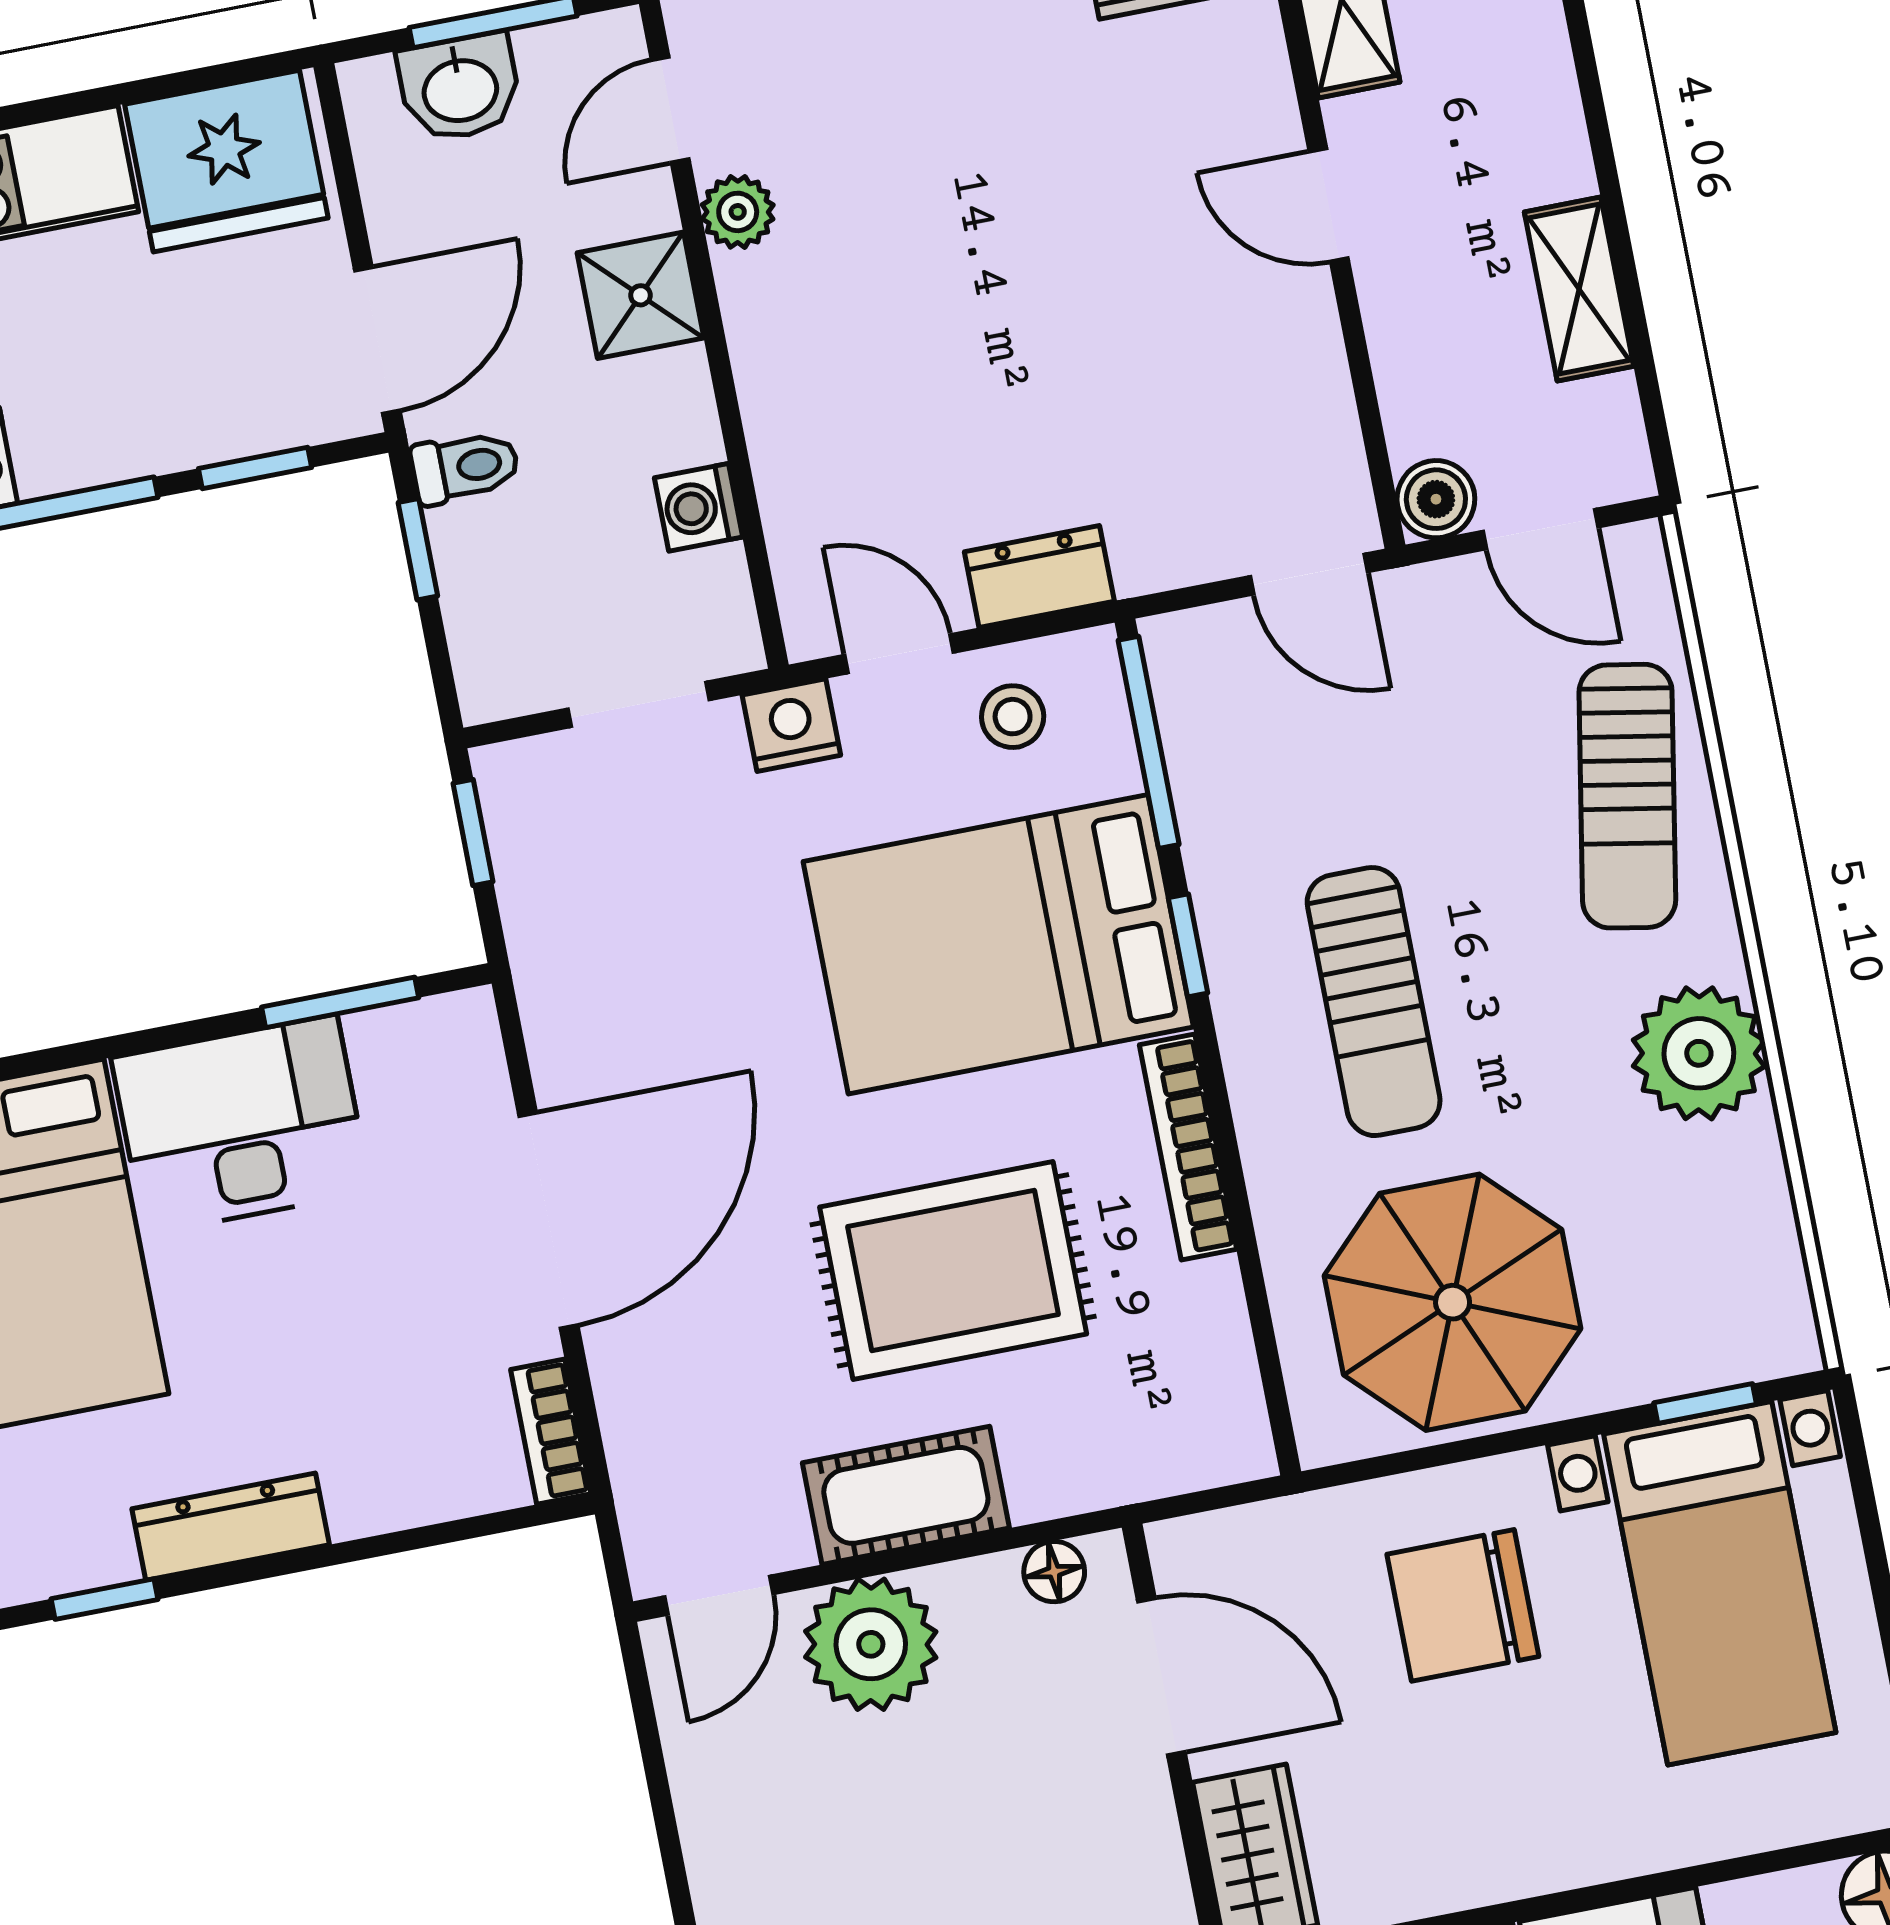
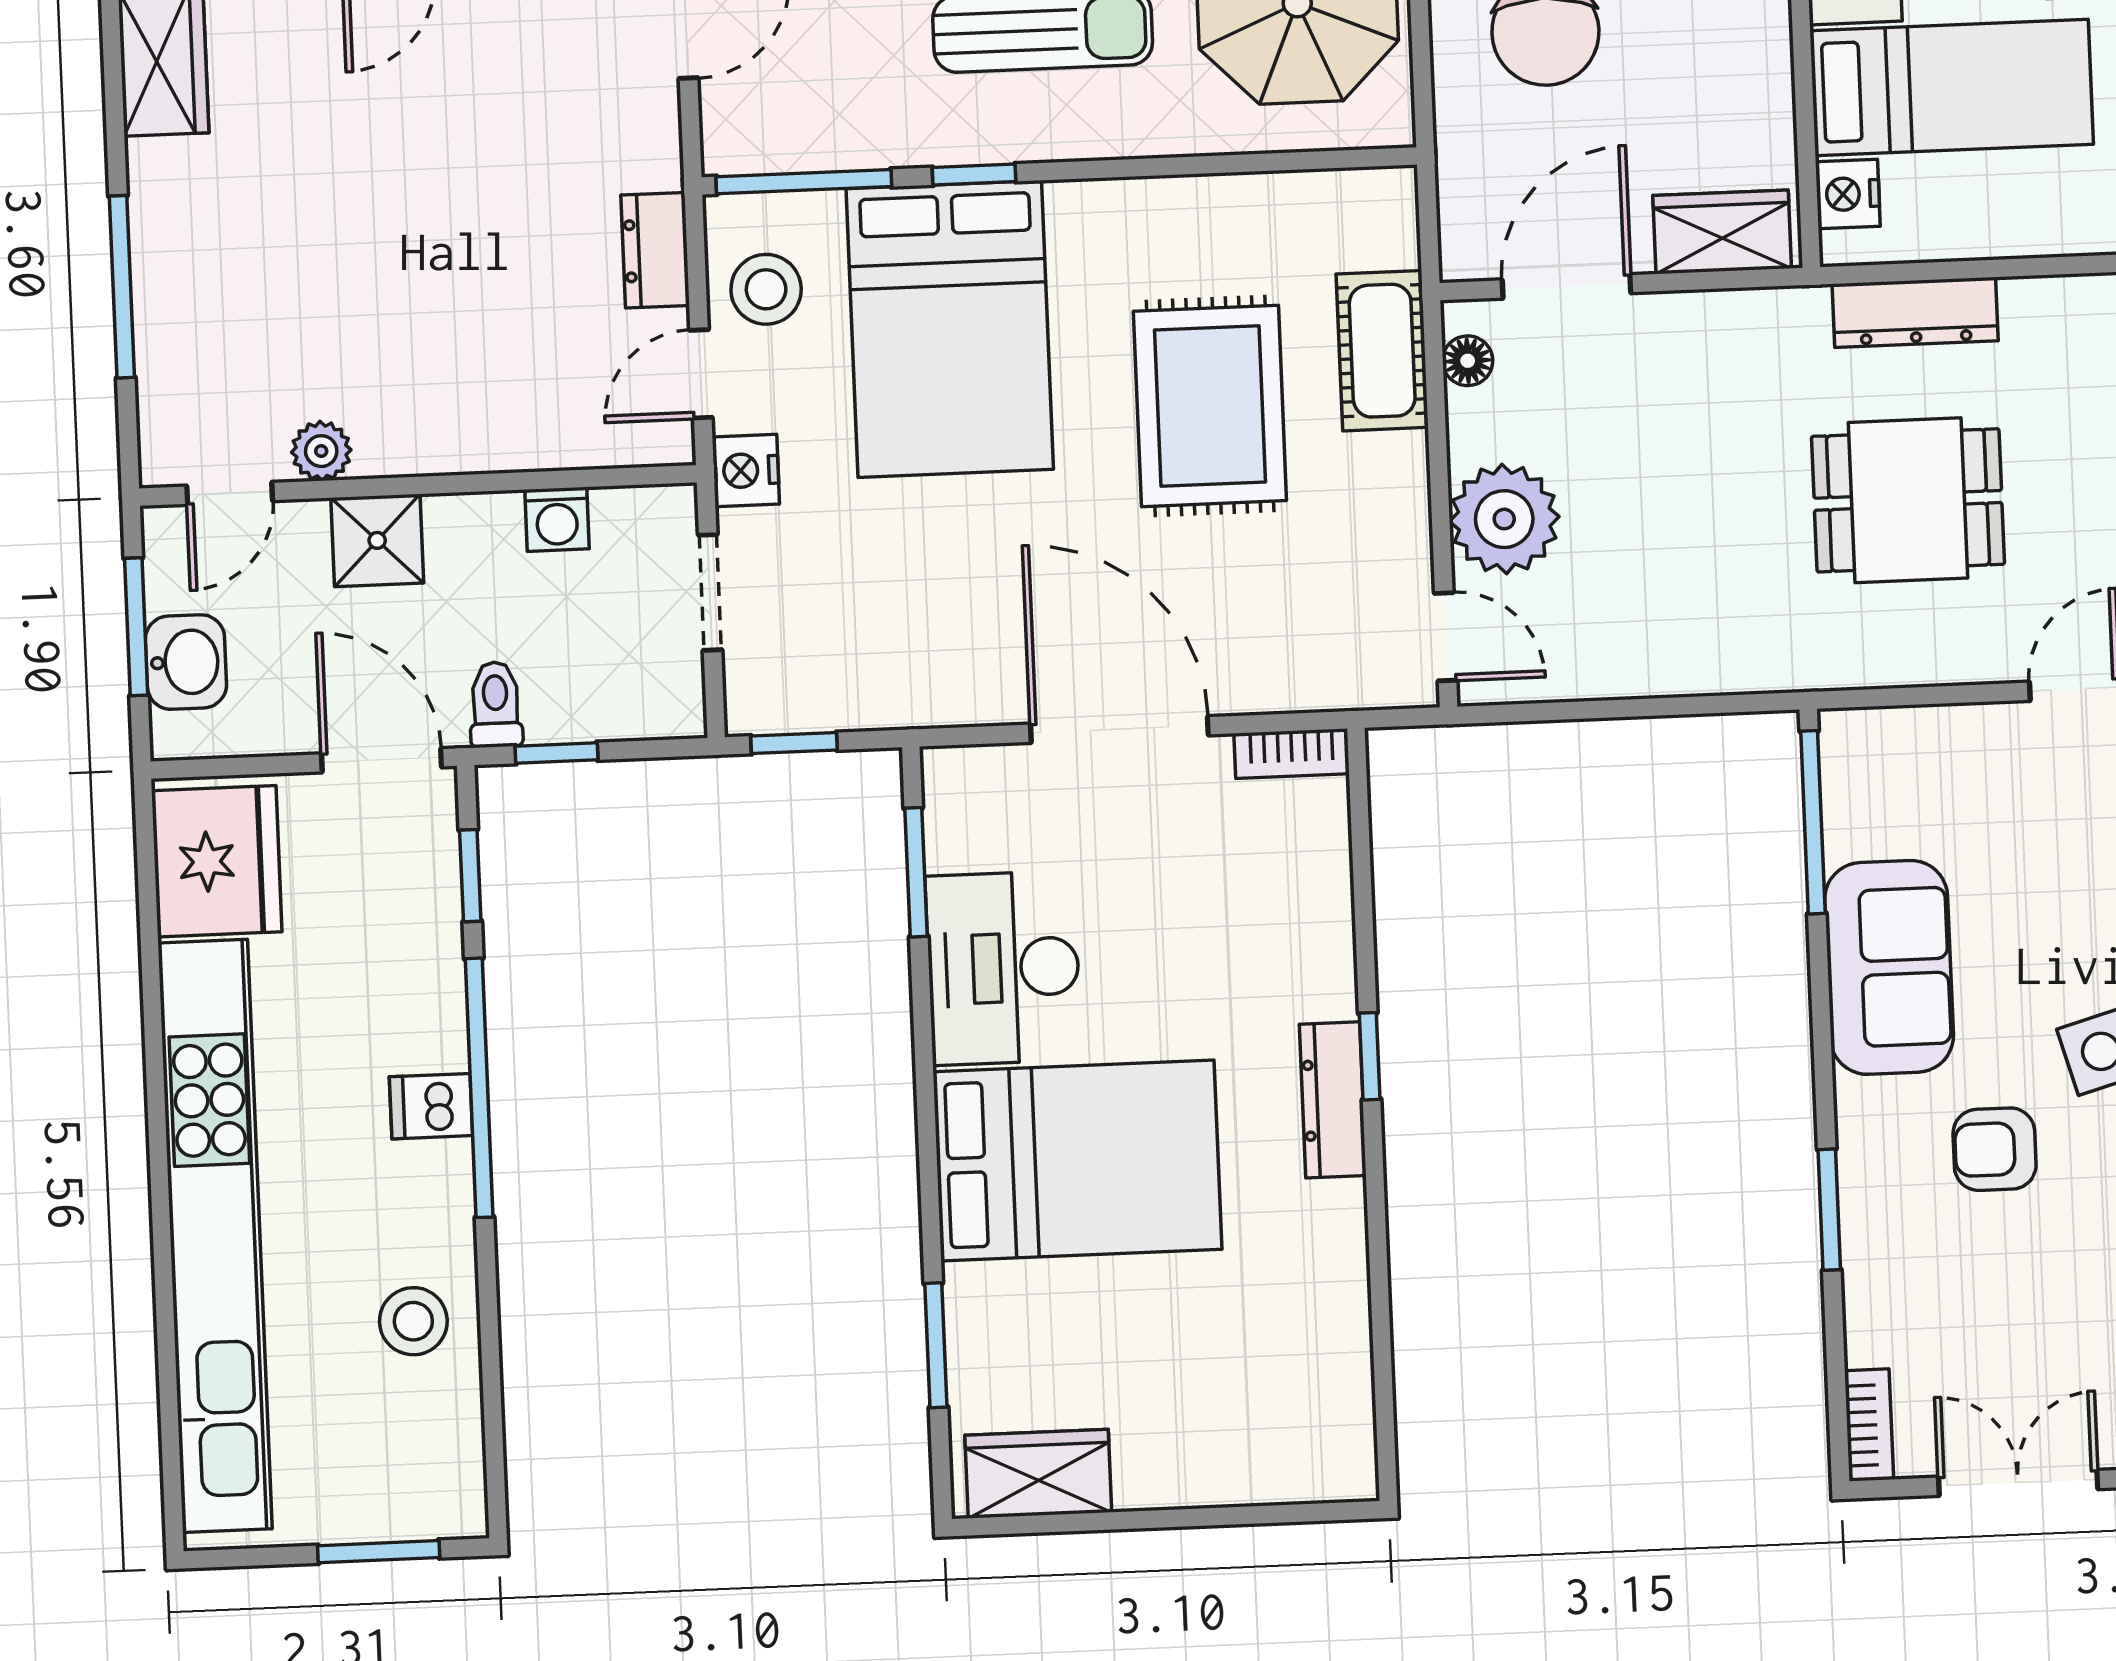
door: (670, 110) -> (230, 493), hinge flipped
stool: (1013, 717) -> (766, 289), width x1.37, depth x1.37
bookcase: (1188, 1147) -> (1138, 199), removed
cot: (906, 1495) -> (1382, 351), moved
dresser: (231, 1527) -> (1333, 1100), moved
window: (105, 1599) -> (1370, 1056), moved

